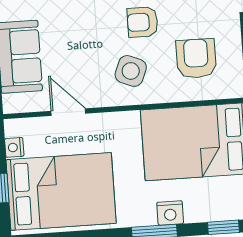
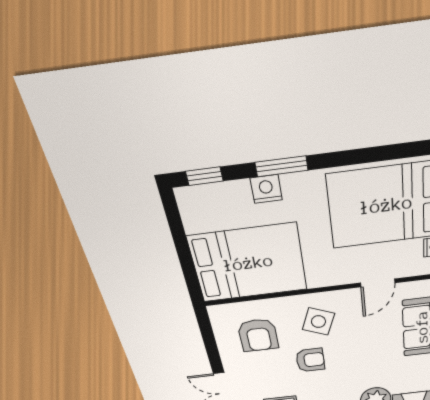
door: (68, 112) -> (378, 283), hinge flipped

